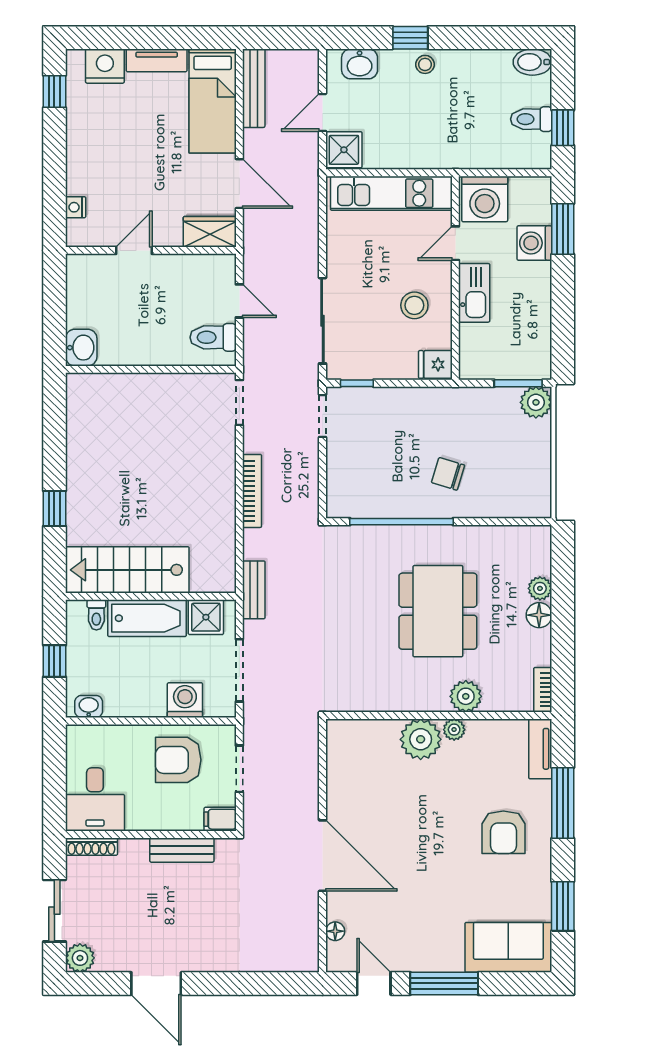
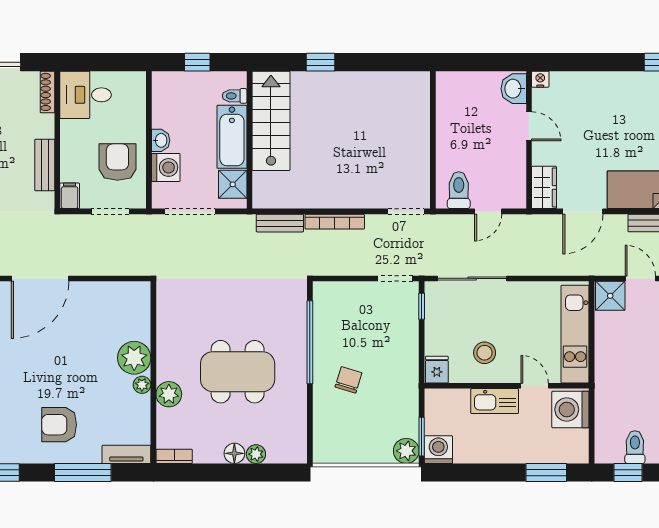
nightstand: (76, 207) -> (540, 79), moved
washing machine: (534, 243) -> (438, 450), moved
washbasin: (81, 348) -> (514, 89), moved, turned 90
bench: (254, 590) -> (280, 223), moved
washbasin: (89, 707) -> (161, 140), moved

